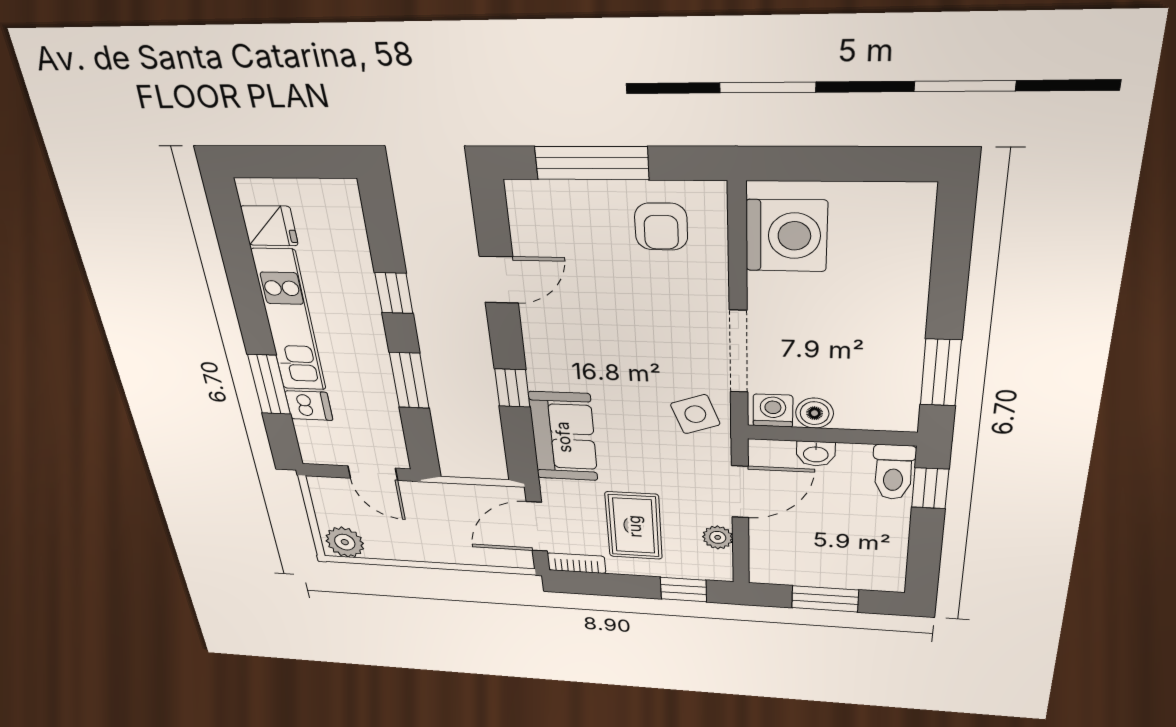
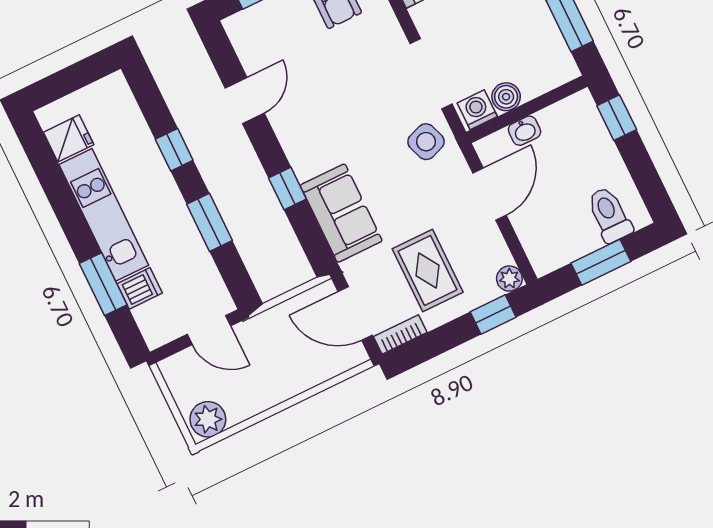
toilet: (893, 472) -> (609, 215), moved, turned 180
door: (537, 527) -> (355, 313), hinge flipped
plant: (718, 537) -> (509, 279), moved

